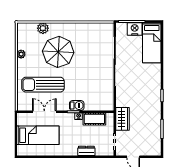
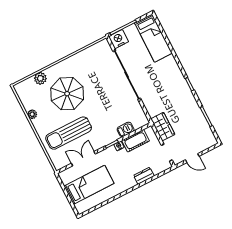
nightstand: (135, 29) -> (118, 39), moved
barbecue: (77, 106) -> (126, 129), moved

